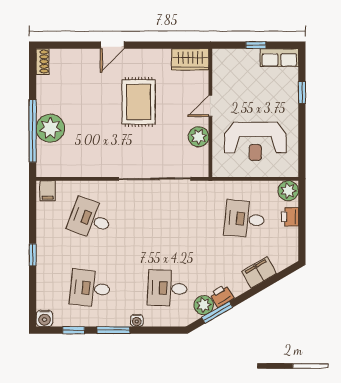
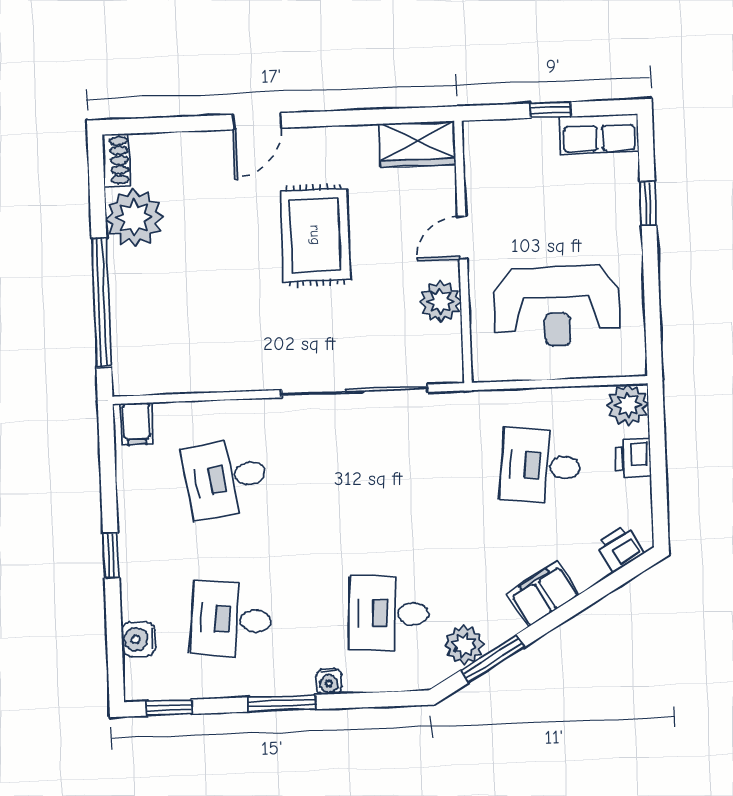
plant: (50, 128) -> (134, 218), moved
desk: (90, 219) -> (226, 478), turned -30
filing cabinet: (259, 272) -> (543, 594), moved
printer: (222, 296) -> (620, 548), moved
water cooler: (44, 318) -> (138, 639), moved, turned 90
window: (74, 330) -> (169, 708), moved

